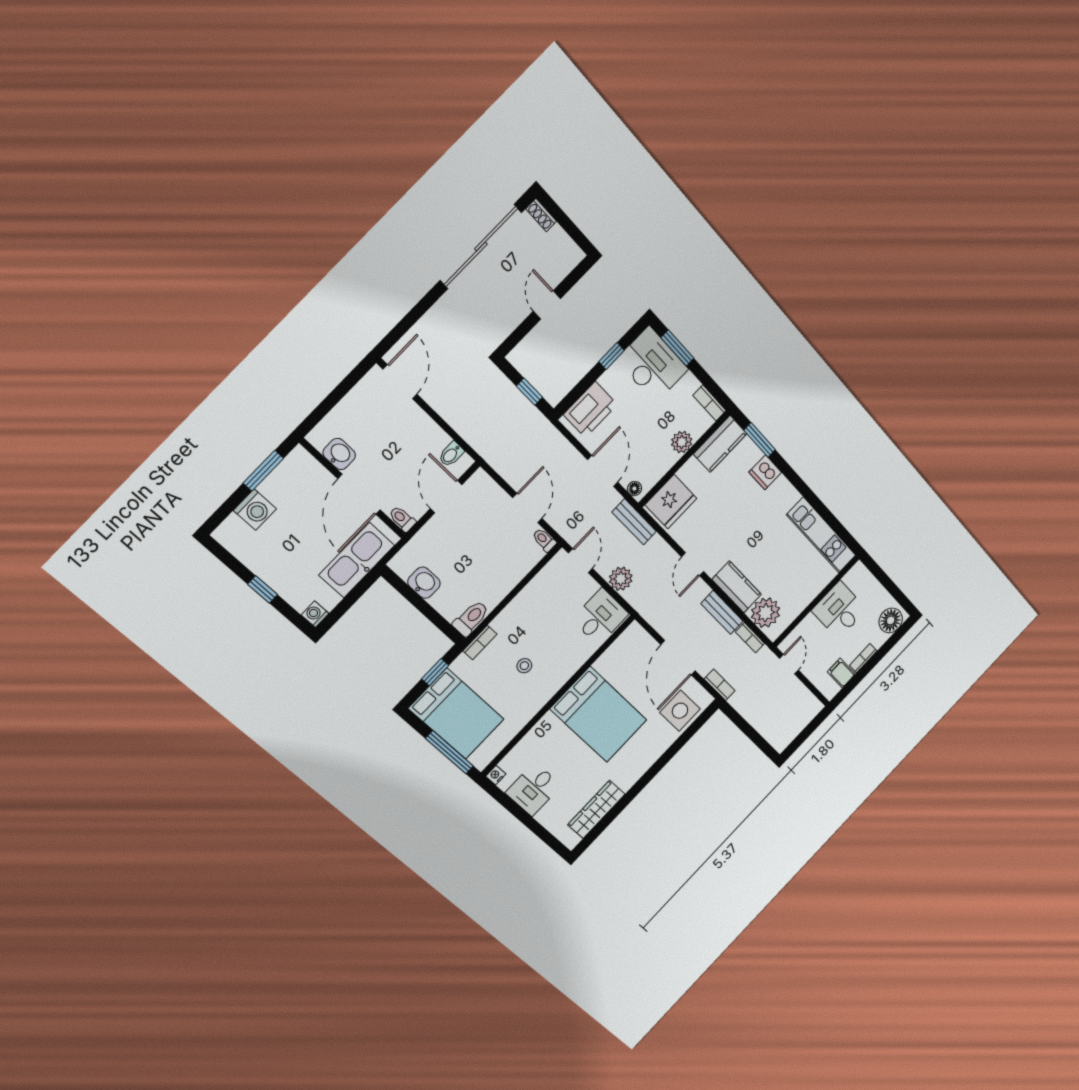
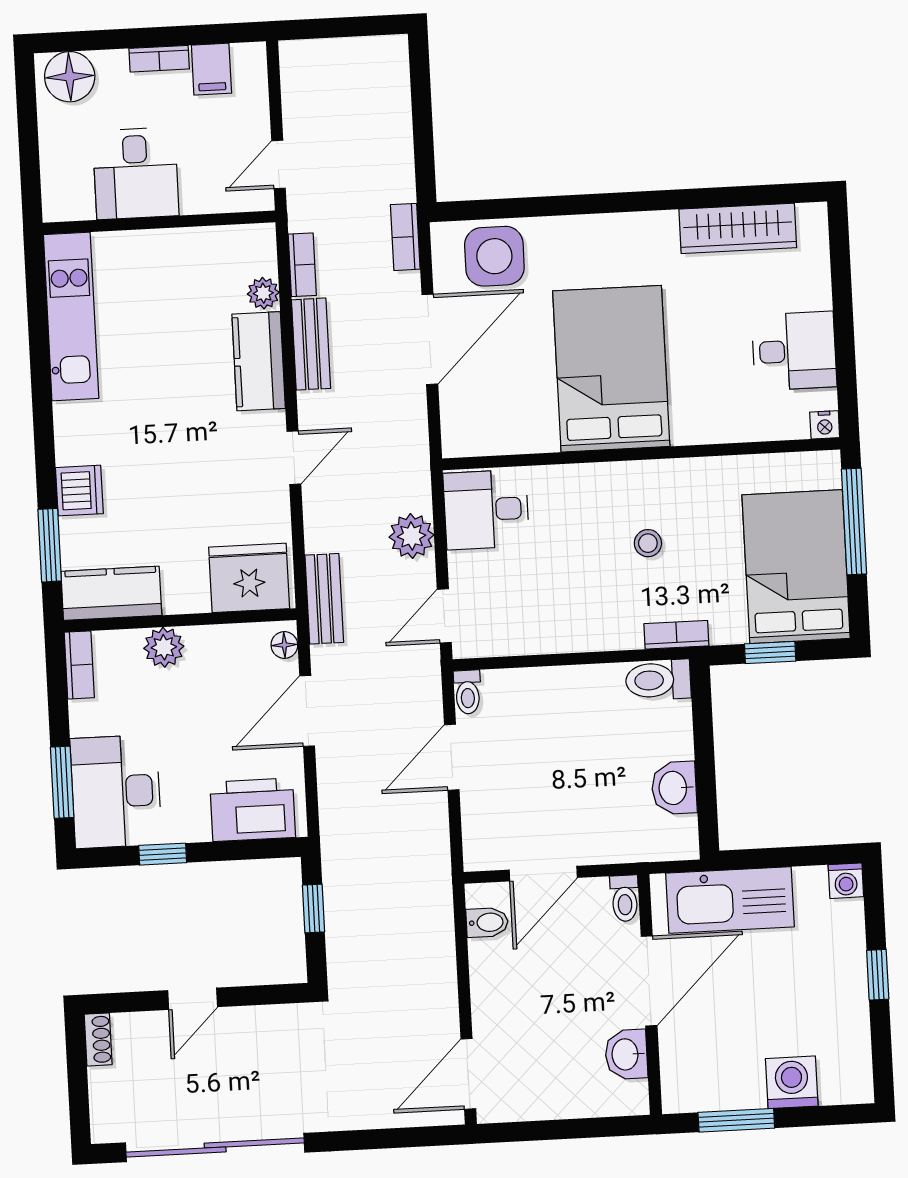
shoe rack: (541, 215) -> (98, 1039), moved
plant: (766, 613) -> (263, 293), width x0.53, depth x0.53

